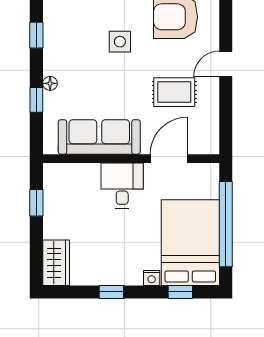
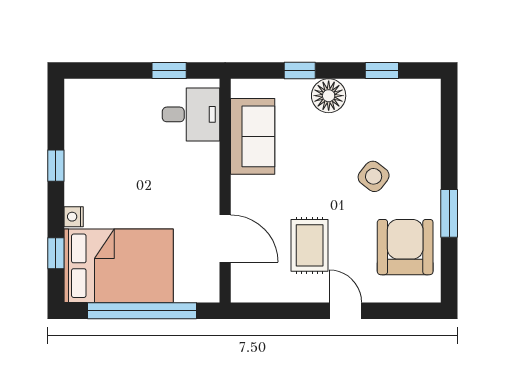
side table: (120, 42) -> (374, 176), turned 38
floor lamp: (50, 83) -> (329, 96), width x1.89, depth x1.89
sofa: (99, 137) -> (253, 136), width x0.73
desk: (122, 185) -> (191, 114), moved
wardrobe: (56, 263) -> (93, 95), removed

